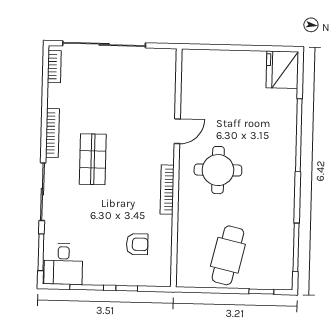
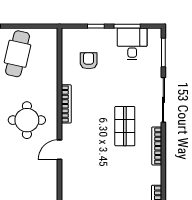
armchair: (137, 244) -> (89, 61), turned 90
desk: (63, 264) -> (132, 44), moved

